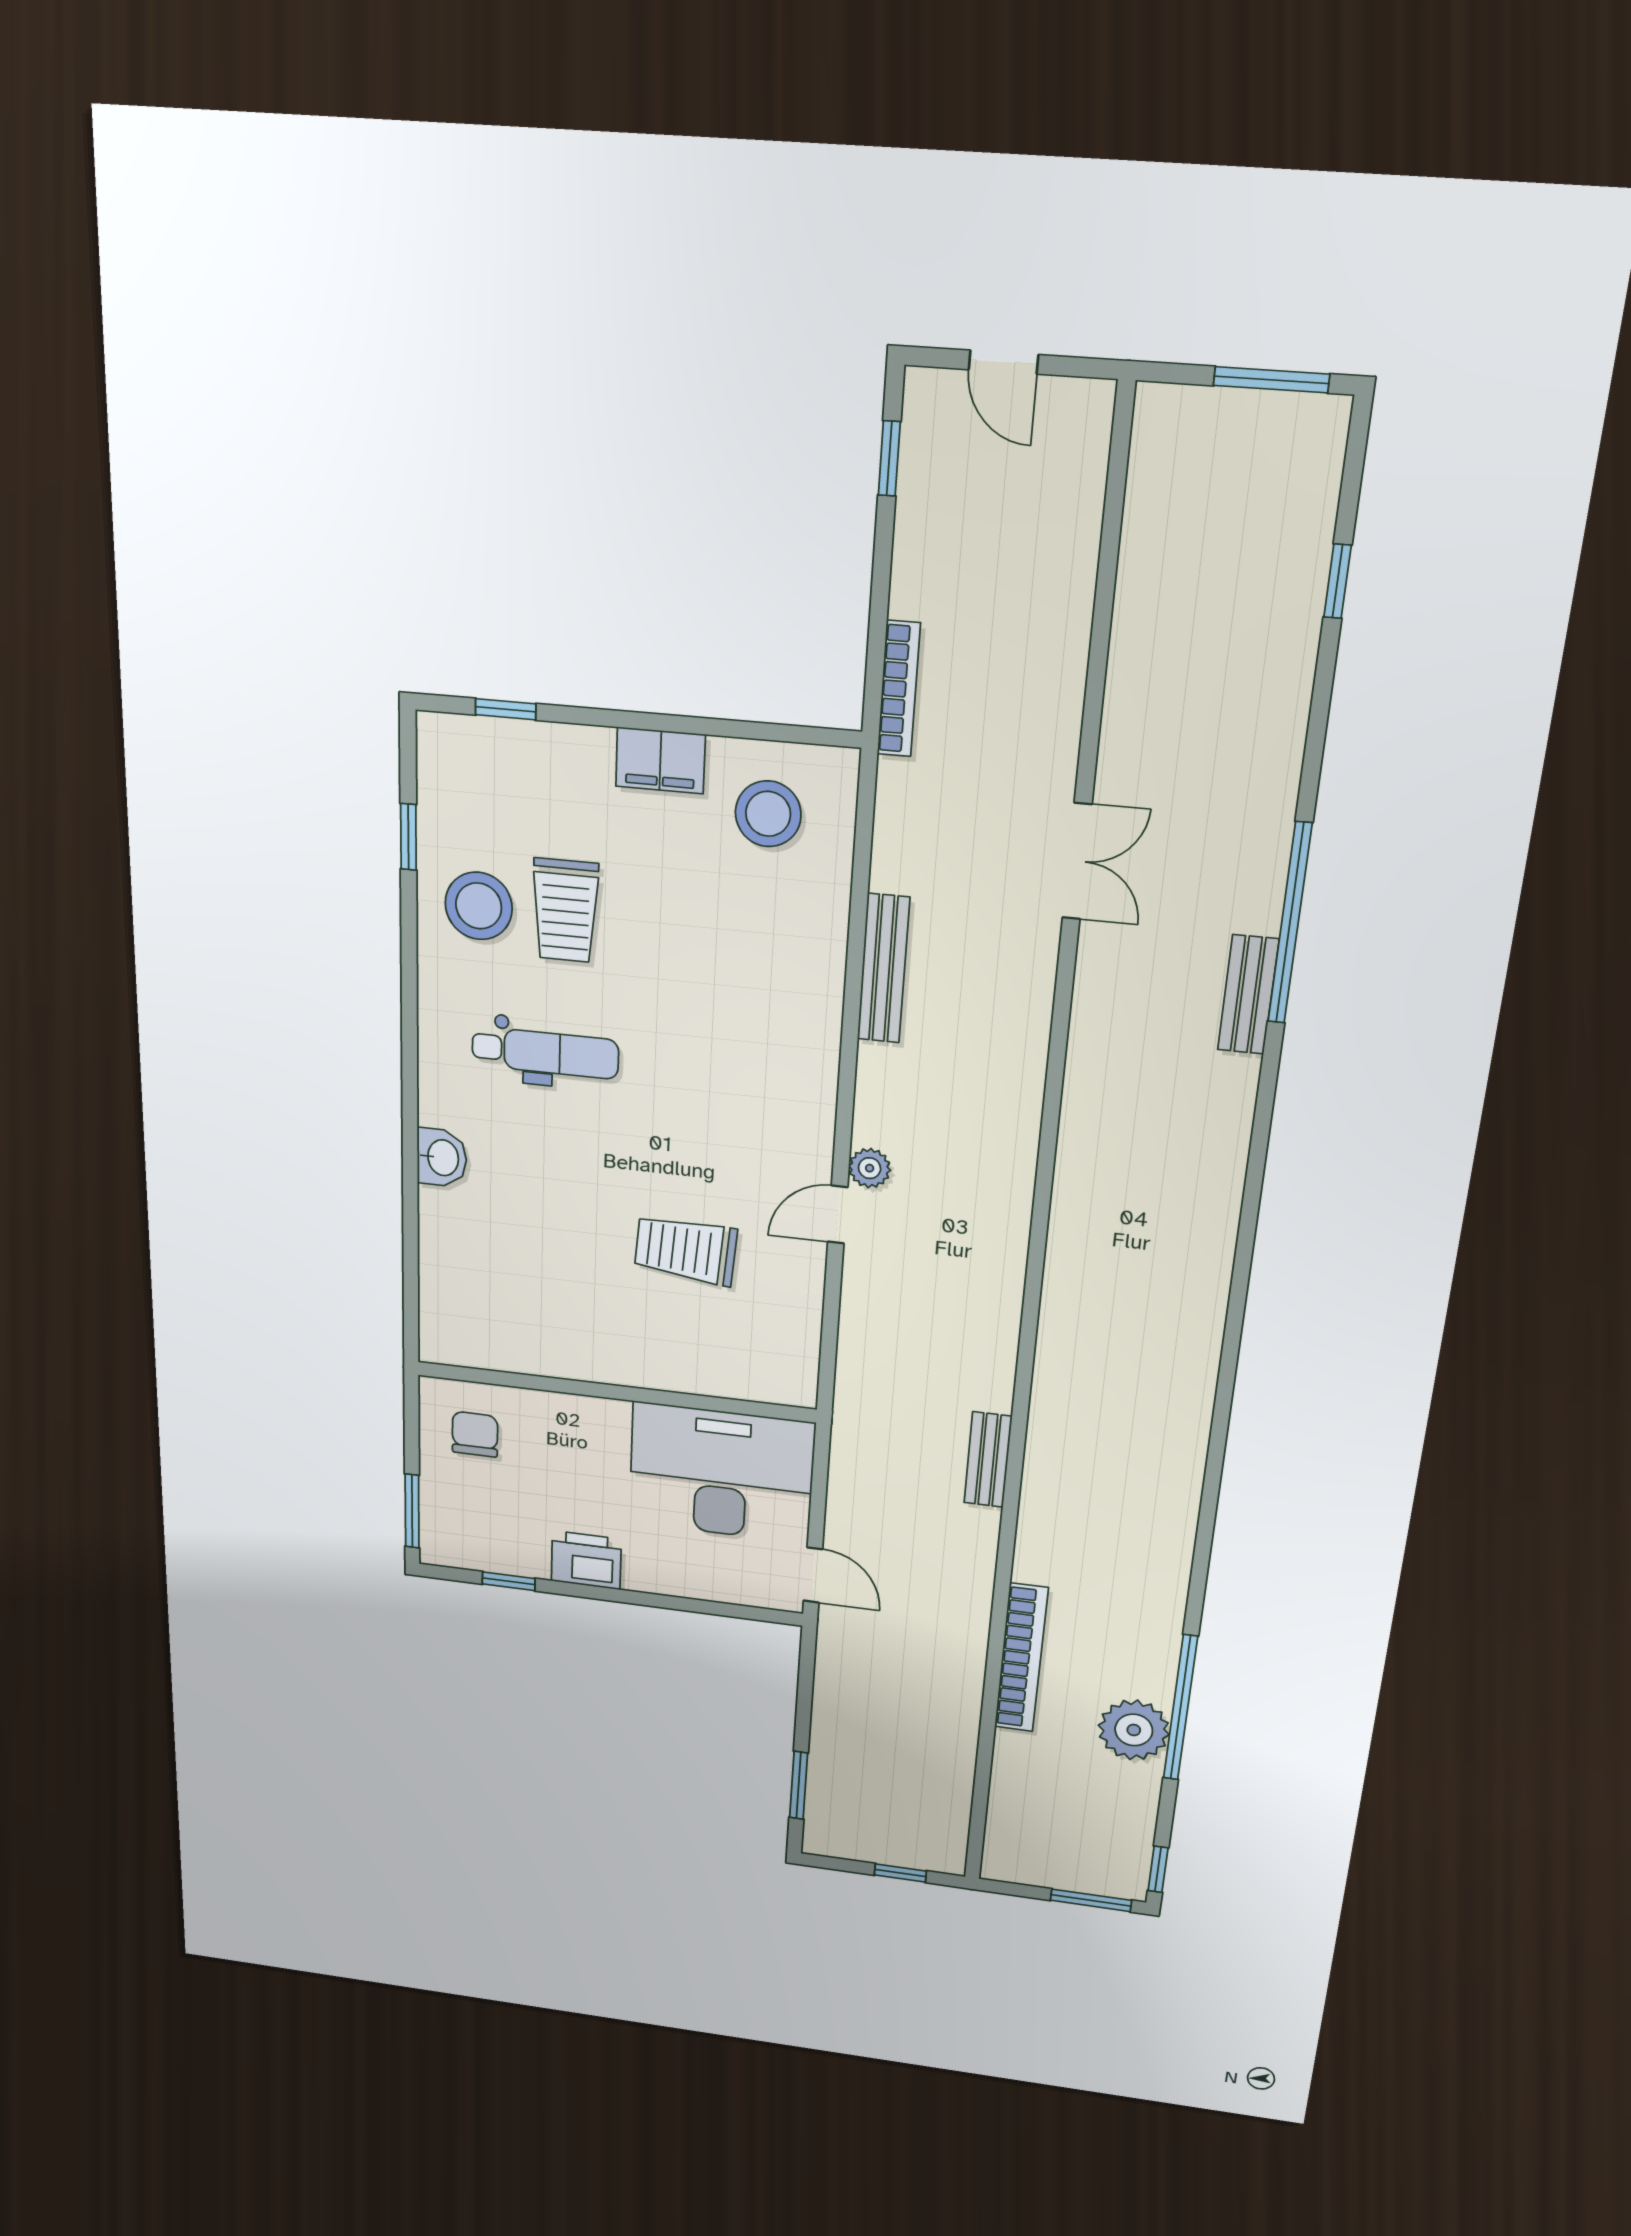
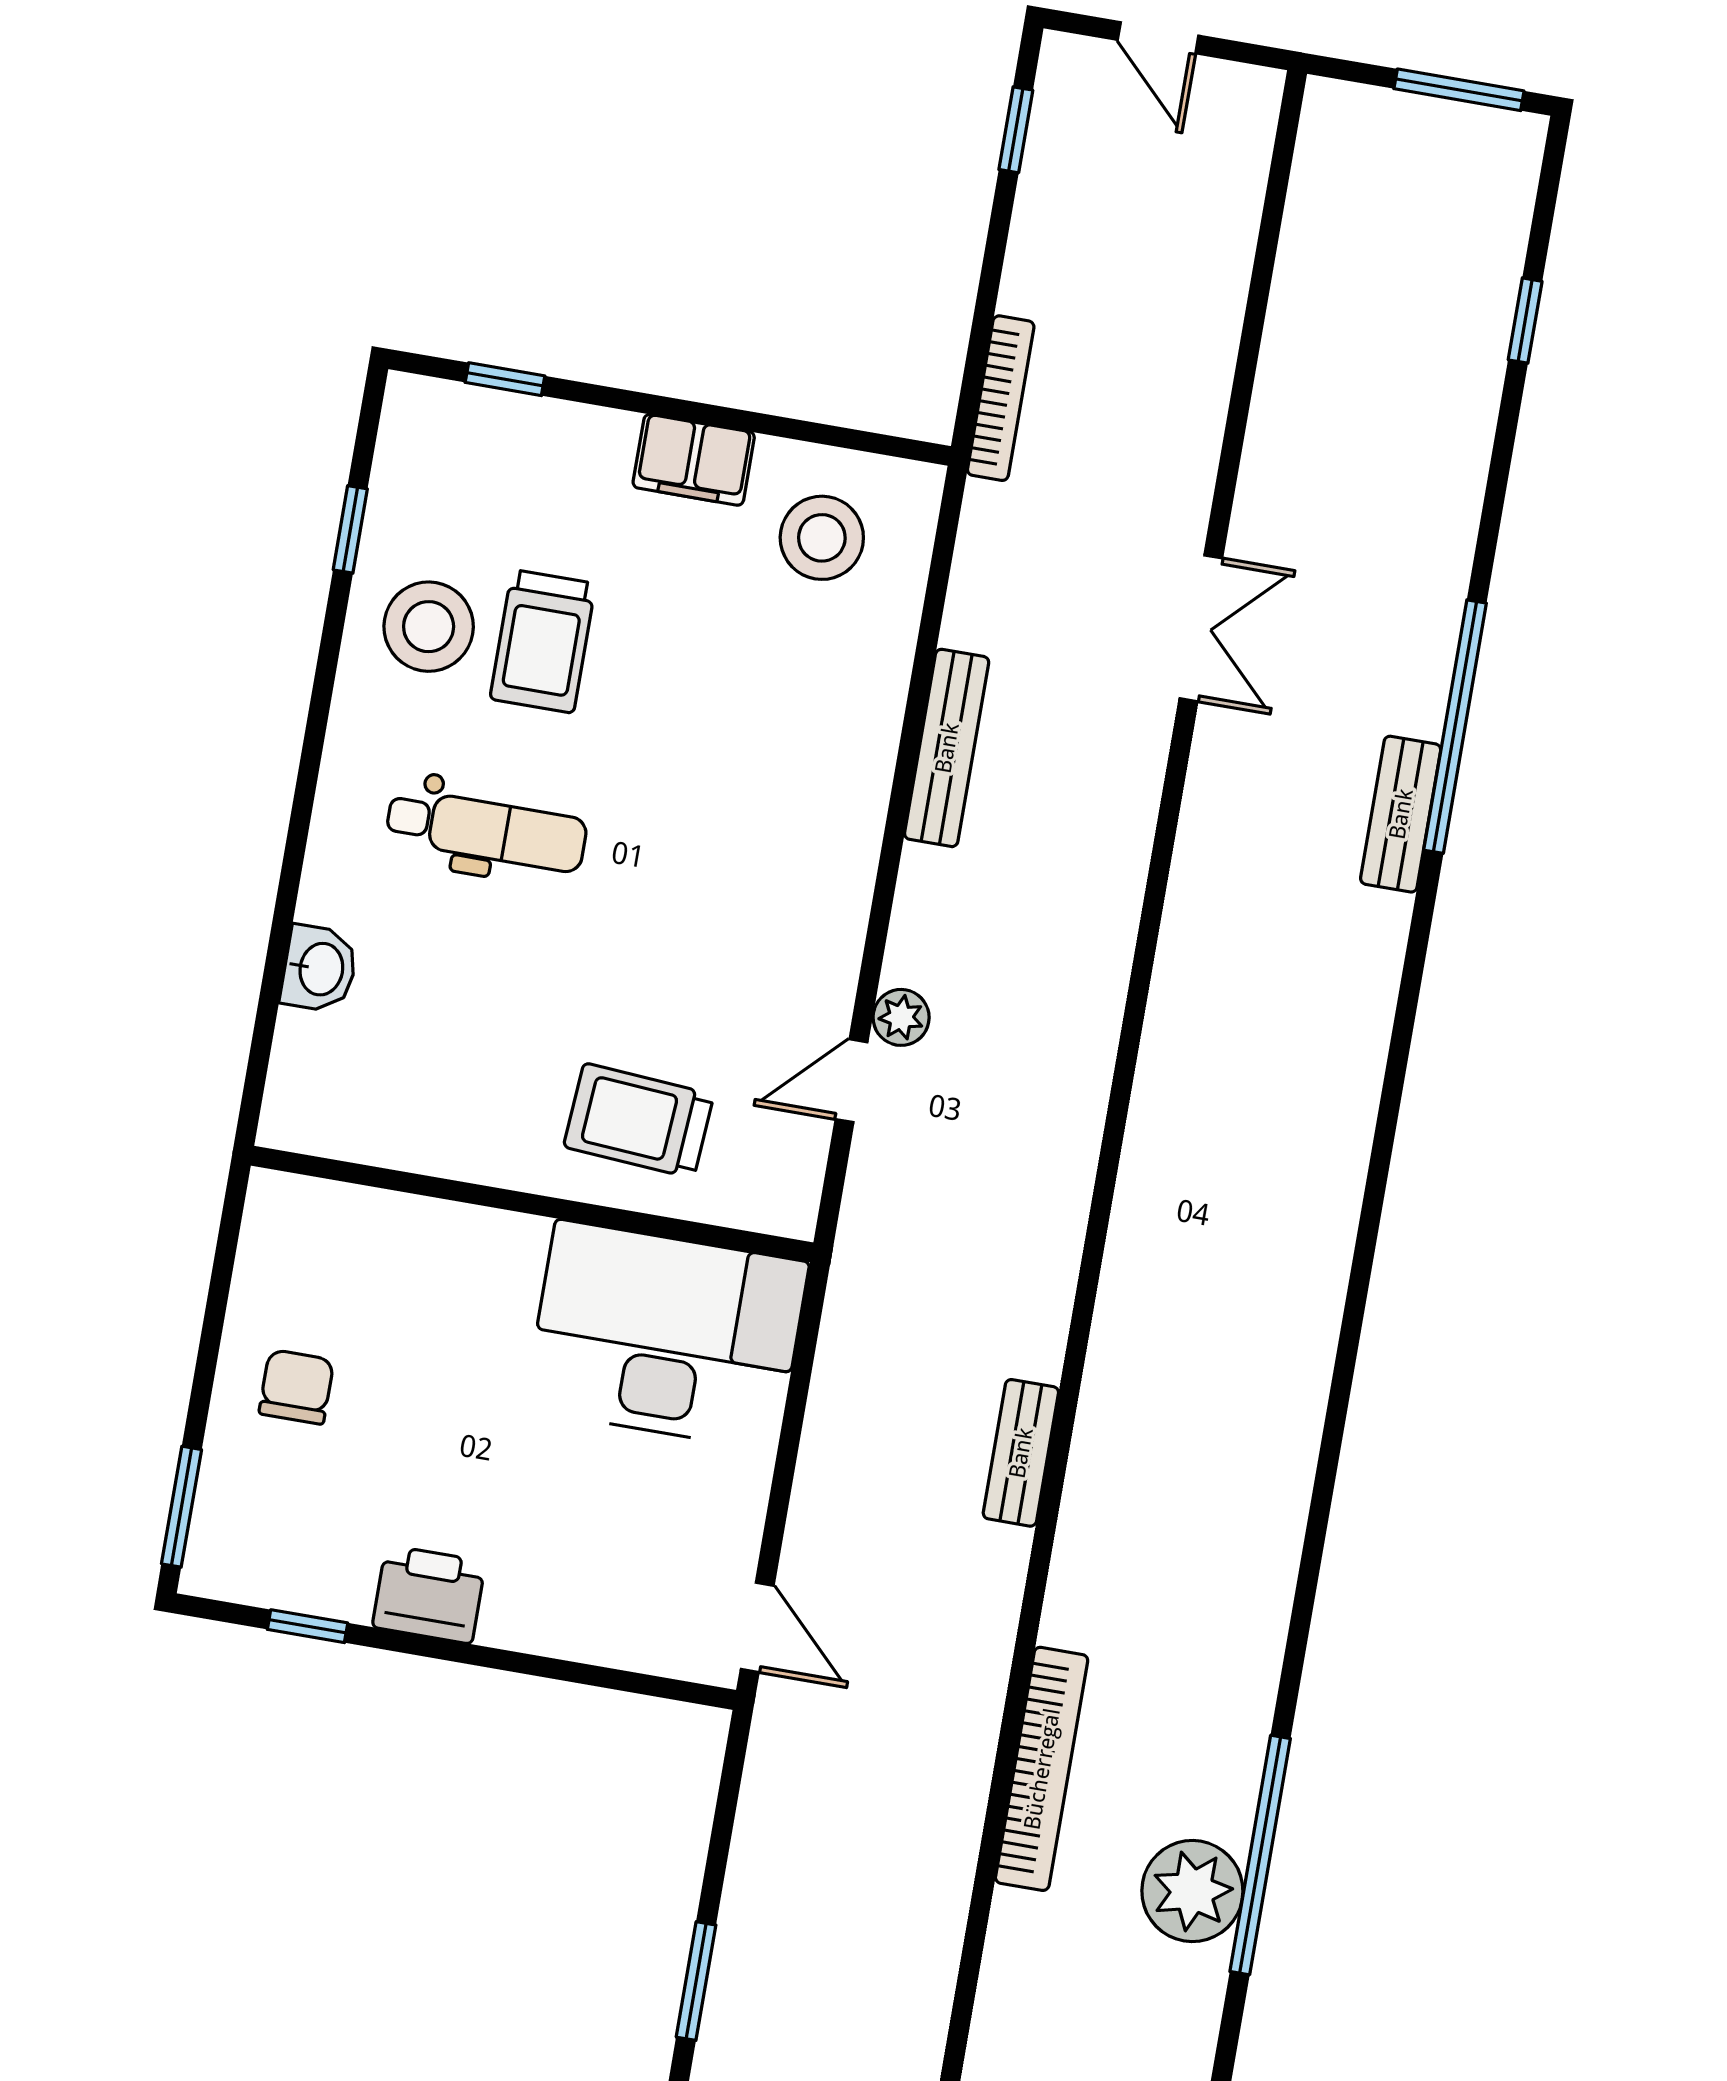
wall: (615, 1392) -> (532, 1204), moved
desk: (721, 1473) -> (666, 1335), moved

